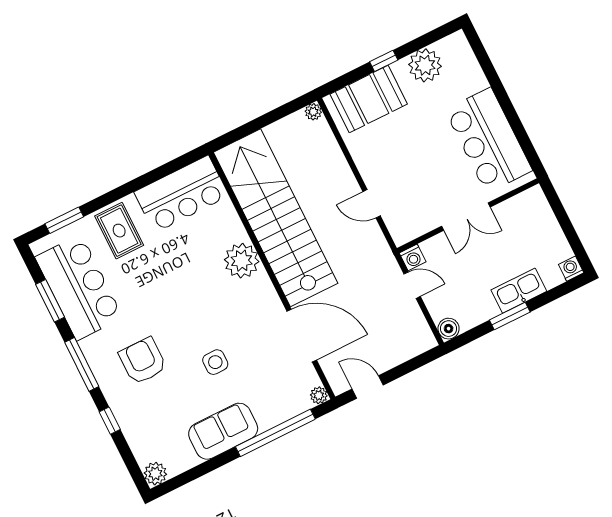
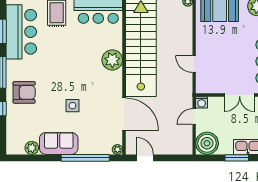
door: (412, 285) -> (194, 117), swing flipped
boiler: (449, 329) -> (207, 143), width x1.86, depth x1.86
armchair: (143, 361) -> (24, 92), moved, turned 90
plant: (155, 474) -> (32, 148), moved

